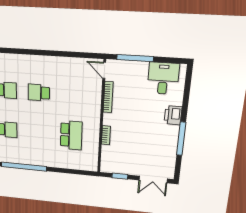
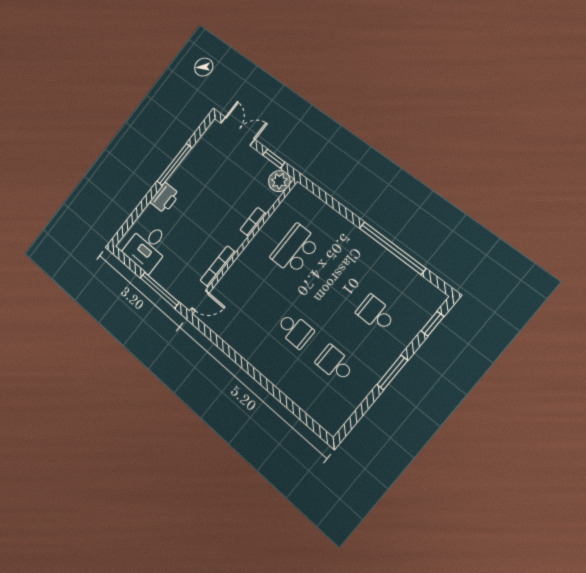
door: (104, 70) -> (200, 300), hinge flipped
plant: (108, 166) -> (279, 181), added

